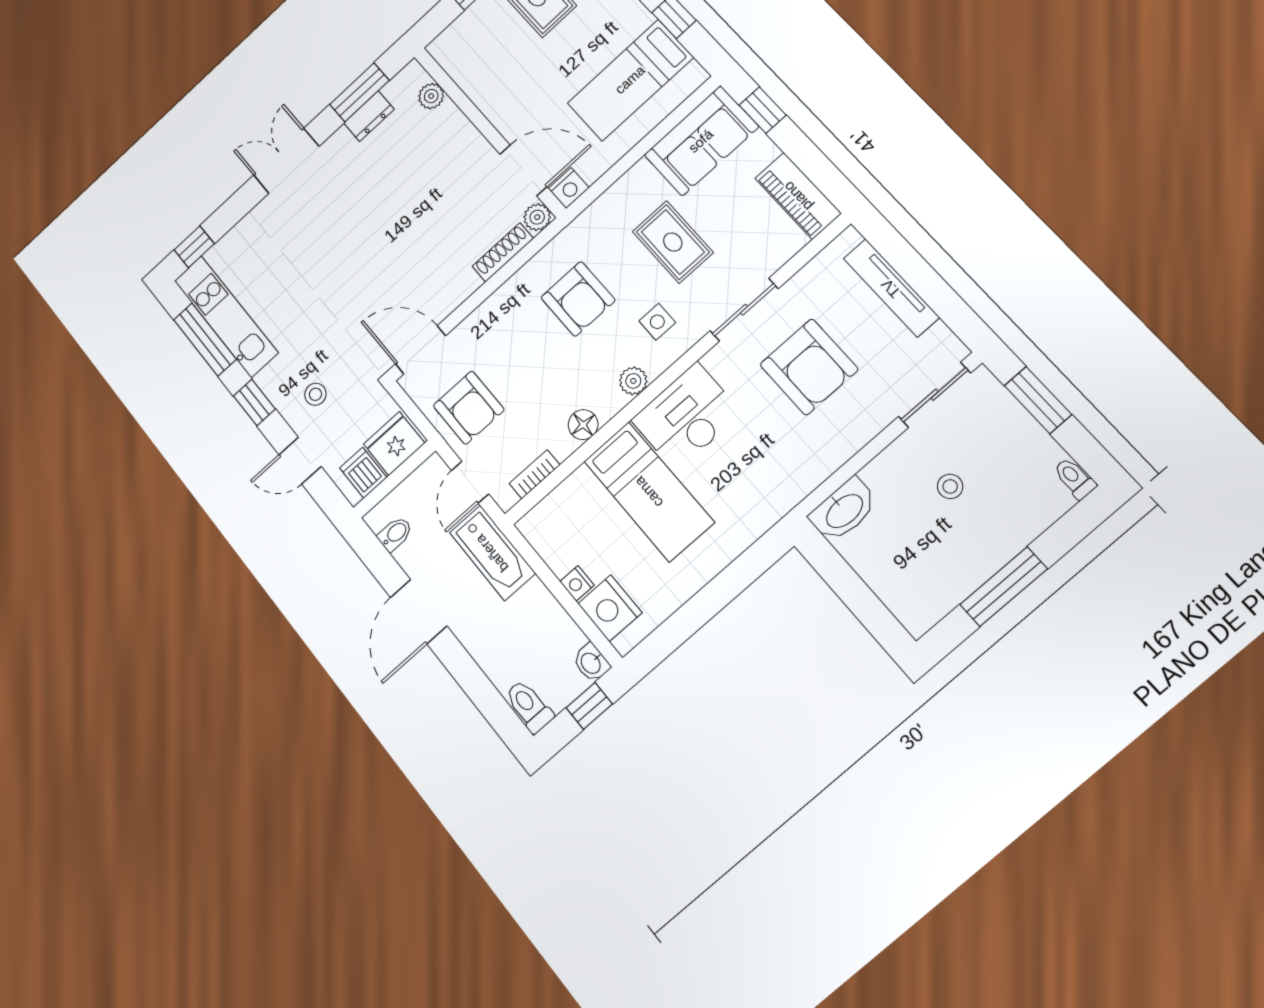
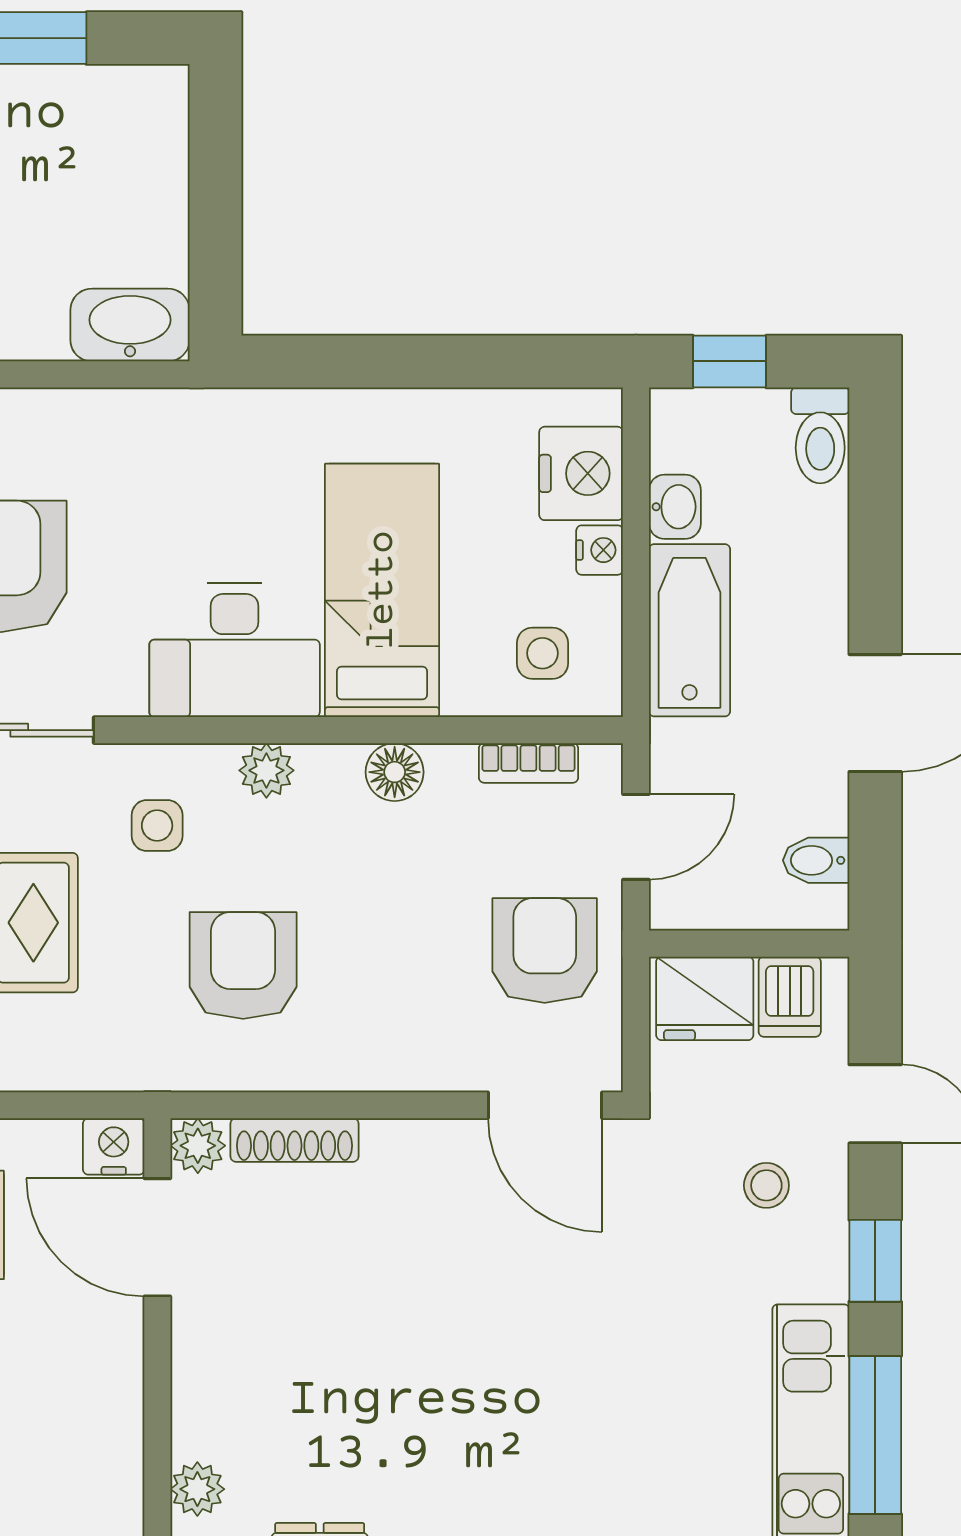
side table: (565, 522) -> (542, 653), added
bathtub: (492, 553) -> (689, 630), moved
washbasin: (591, 663) -> (675, 507), moved

